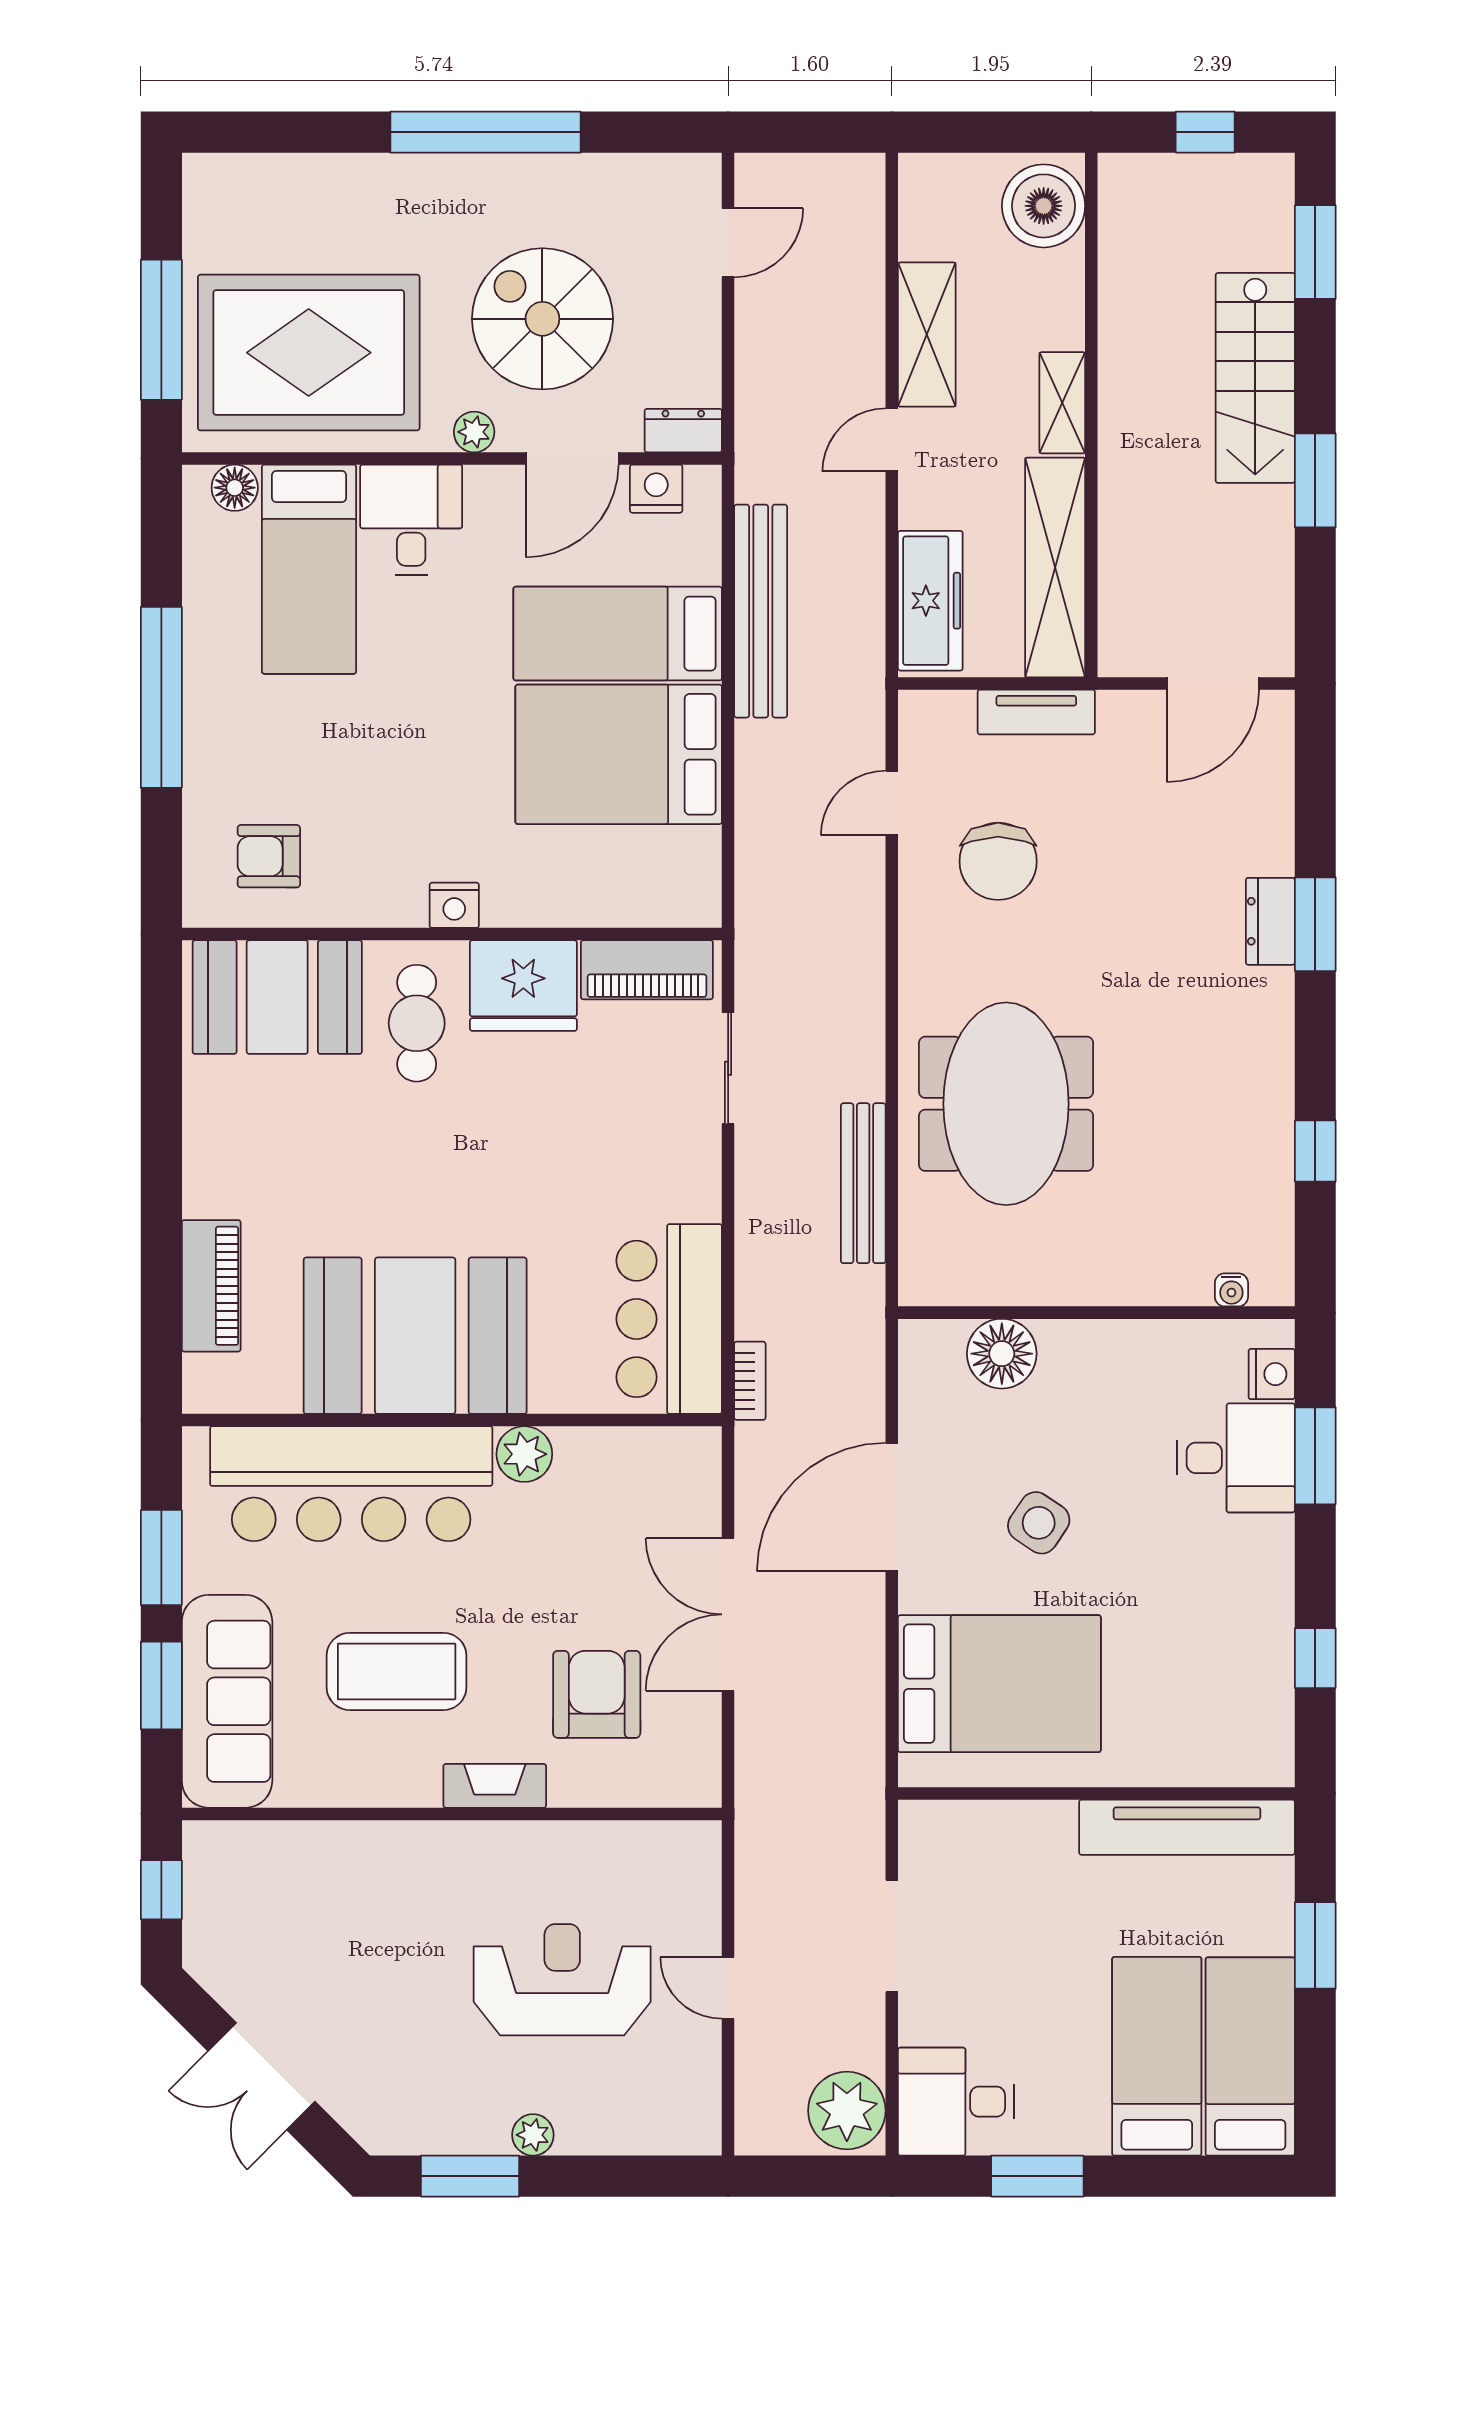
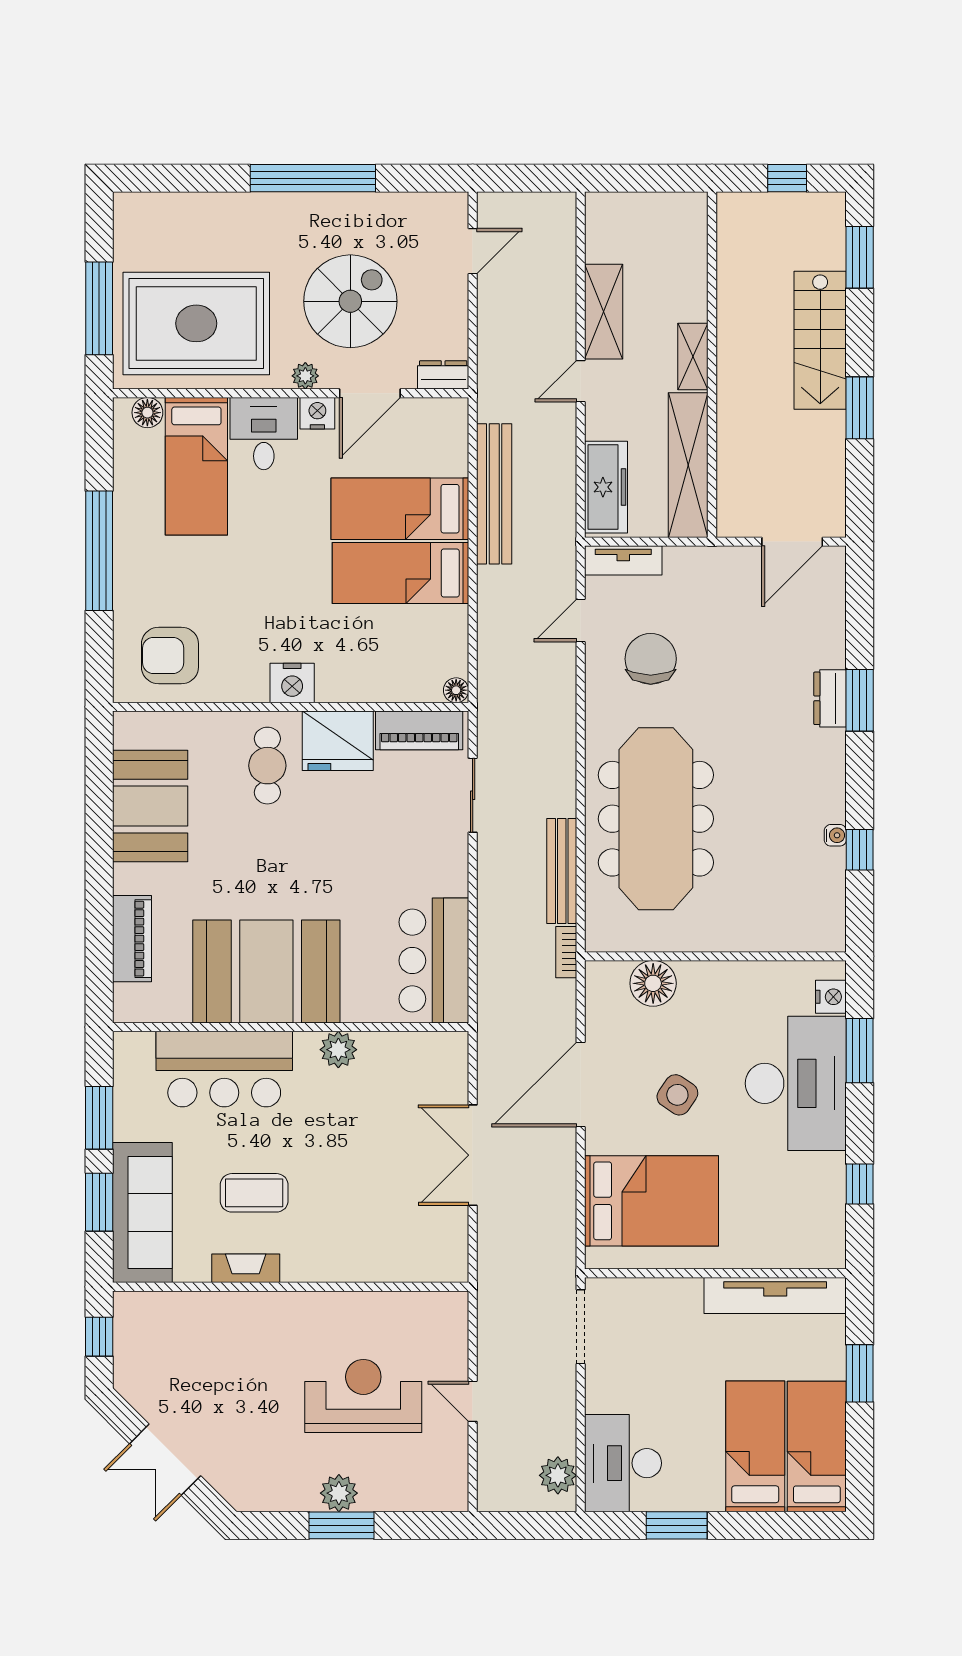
boiler: (1044, 206) -> (681, 227), removed
spiral stairs: (542, 319) -> (350, 301), turned 90
nightstand: (656, 489) -> (317, 413), moved
tv unit: (1036, 712) -> (623, 560), moved
bed: (619, 754) -> (401, 573), width x0.67
armchair: (269, 856) -> (170, 655), width x1.38, depth x1.38
chair: (998, 861) -> (651, 659), turned 180
nightstand: (454, 905) -> (292, 683), width x1.36, depth x1.33
floor lamp: (703, 909) -> (456, 690), added
booth: (277, 997) -> (150, 806), moved, turned 90
meeting table: (1006, 1104) -> (656, 819), width x1.36
water cooler: (1231, 1290) -> (835, 835), moved, turned -90
bookcase: (750, 1381) -> (566, 952), moved, turned 180
desk: (1236, 1458) -> (796, 1083), width x1.87, depth x1.30
bar counter: (351, 1484) -> (224, 1069), width x0.73
coffee table: (397, 1671) -> (254, 1193), width x0.73, depth x0.76
armchair: (597, 1694) -> (386, 1208), removed
fireplace: (495, 1786) -> (246, 1268), moved
doorway: (892, 1936) -> (581, 1327), moved
desk: (956, 2102) -> (623, 1463), width x1.37
plant: (847, 2111) -> (558, 1475), width x0.73, depth x0.73
plant: (533, 2135) -> (339, 1493), width x1.38, depth x1.38
window: (470, 2176) -> (341, 1525), moved

